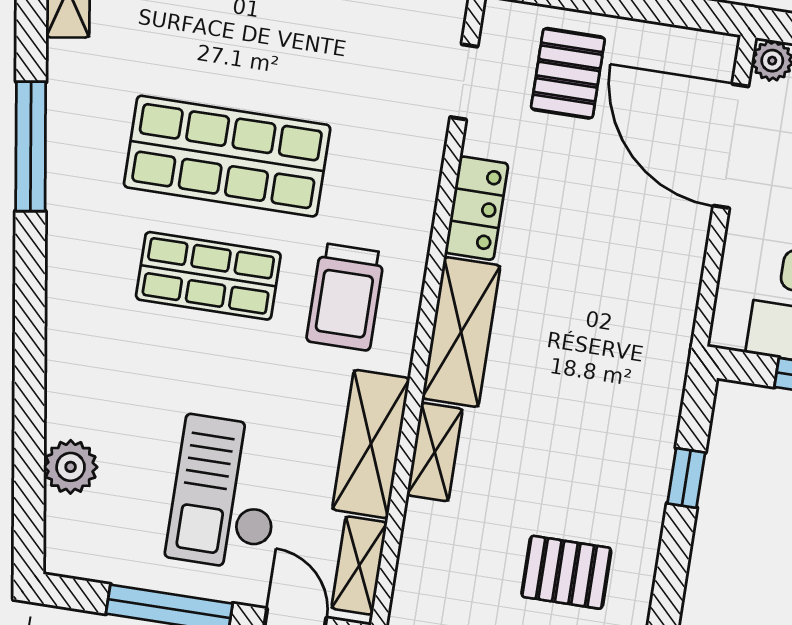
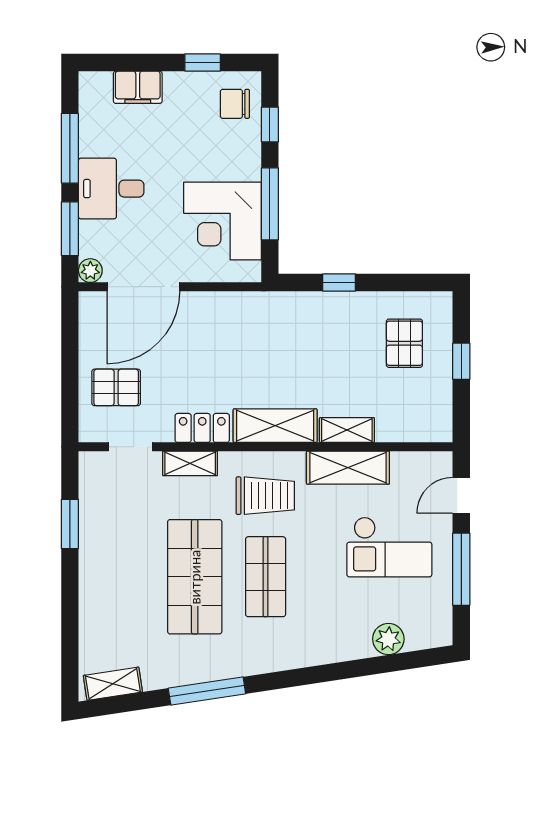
shelving: (359, 565) -> (190, 463), moved

